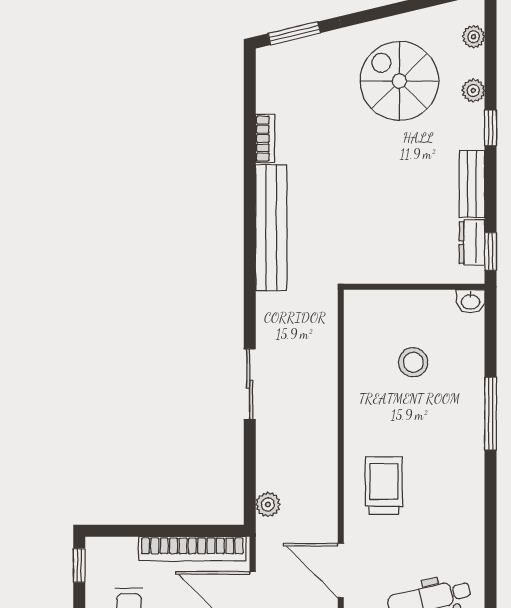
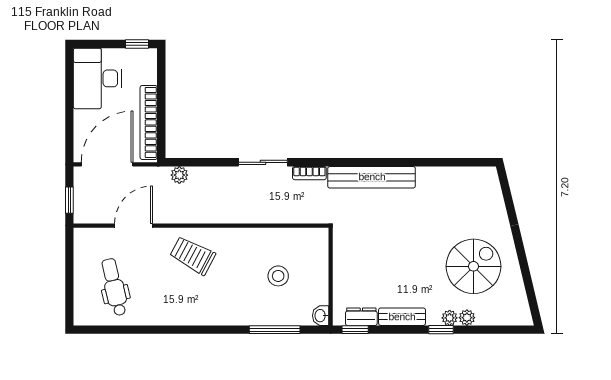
window: (294, 33) -> (507, 193), removed
plant: (474, 37) -> (450, 318), moved
bookcase: (265, 138) -> (309, 173), moved
window: (491, 414) -> (275, 330), moved
trolley: (384, 486) -> (193, 255), turned -152

